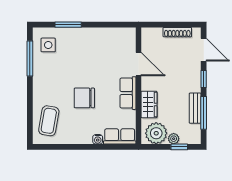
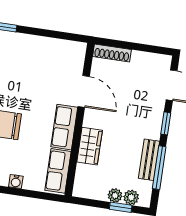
shoe rack: (177, 32) -> (112, 53), moved
plant: (156, 133) -> (131, 197), moved, width x0.53, depth x0.53
row of seats: (120, 136) -> (58, 171), moved, turned -90

